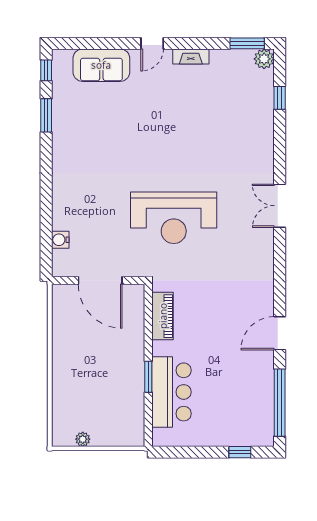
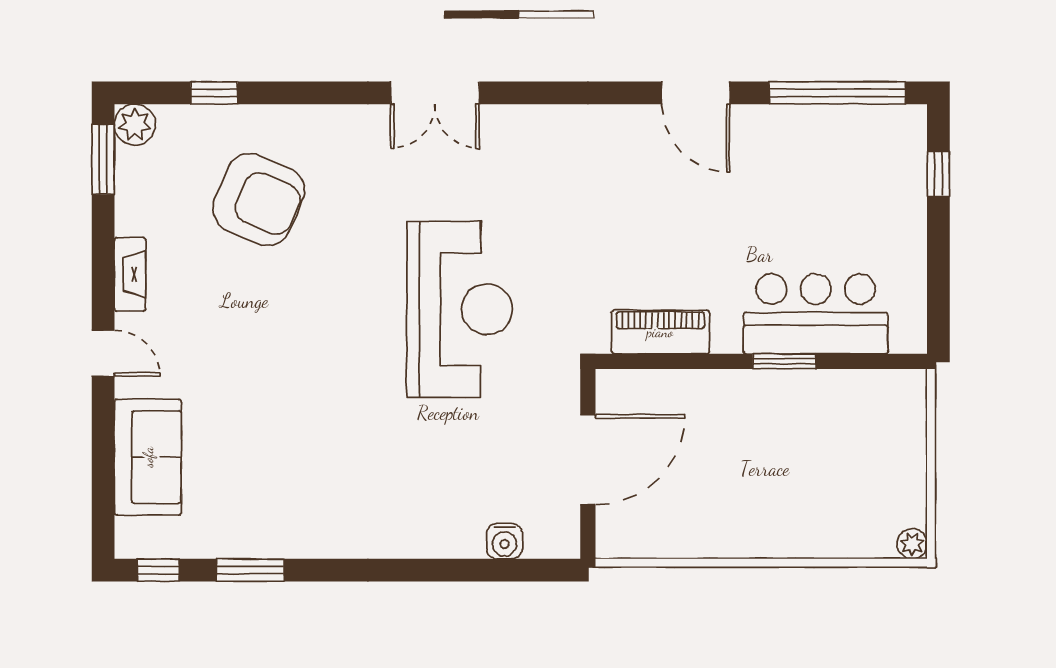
armchair: (227, 119) -> (259, 200), added
plant: (83, 439) -> (912, 544), moved

